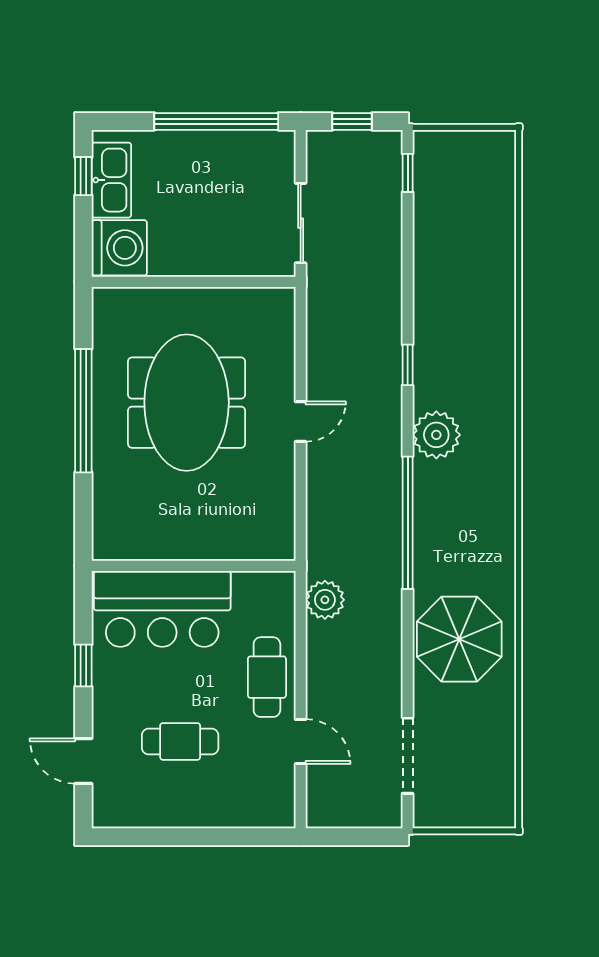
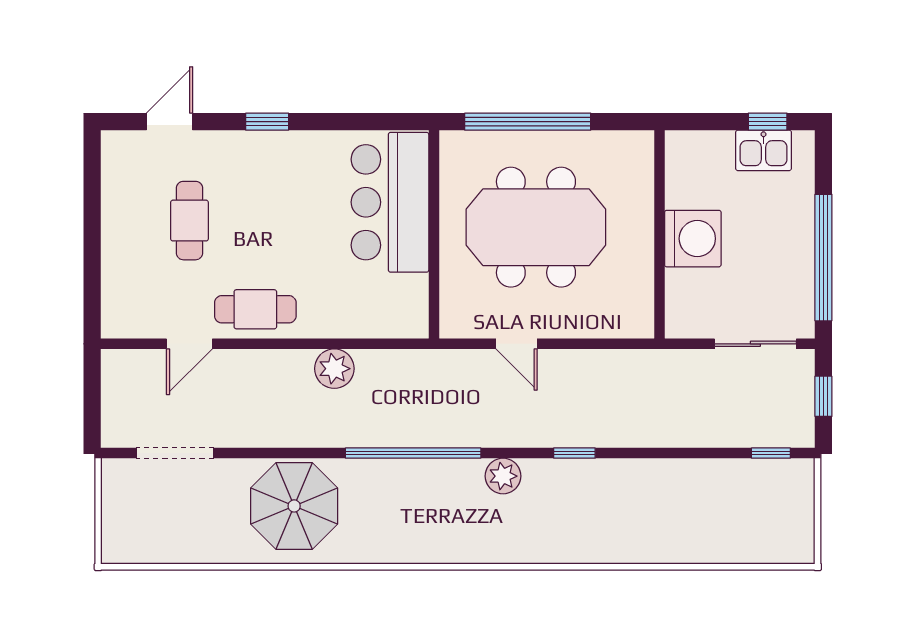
kitchen sink: (111, 180) -> (764, 150), width x0.73
sliding door: (301, 223) -> (755, 344), moved
washing machine: (119, 248) -> (693, 239), moved, turned -90
plant: (436, 435) -> (503, 476), width x0.73, depth x0.73
wall: (194, 566) -> (434, 234), moved
bar counter: (162, 609) -> (390, 202), moved

